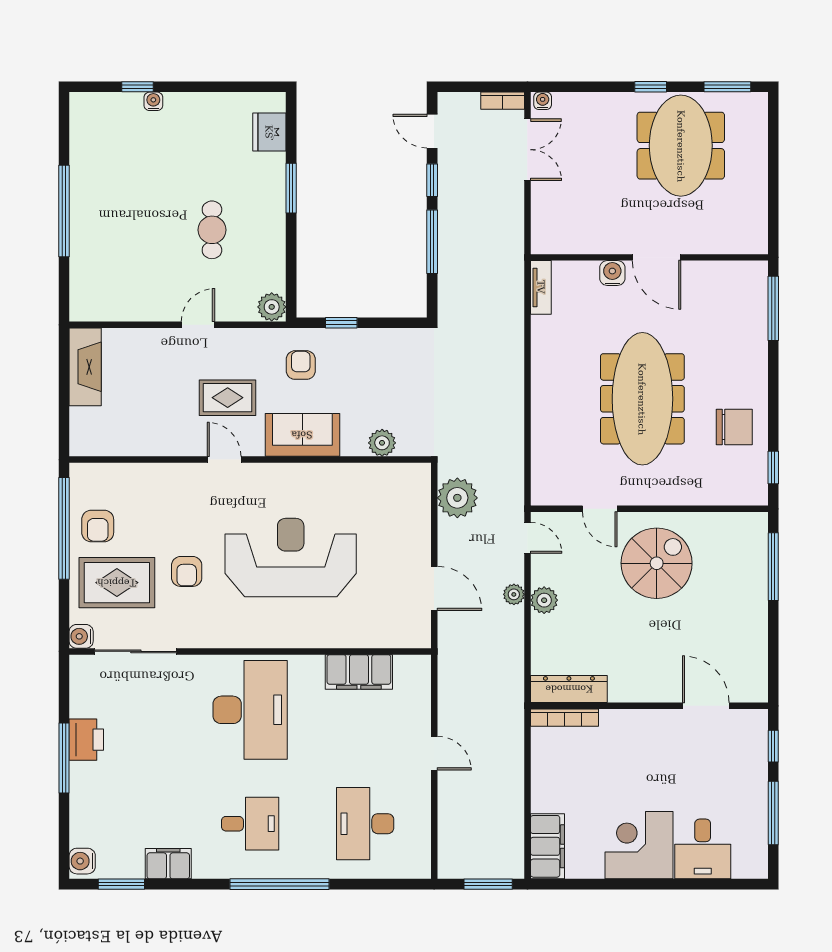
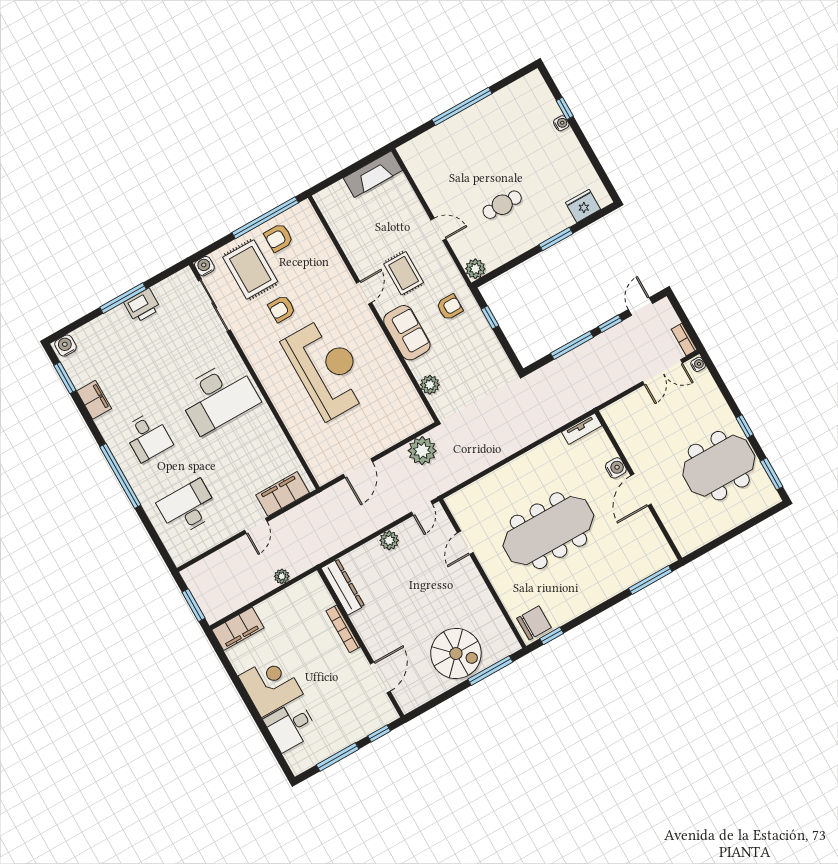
chair: (734, 427) -> (534, 623), moved, turned -90
spiral stairs: (657, 563) -> (456, 654), moved
plant: (514, 594) -> (282, 576), moved
filing cabinet: (359, 672) -> (283, 494), moved, turned 90
bookcase: (564, 718) -> (343, 629), moved

